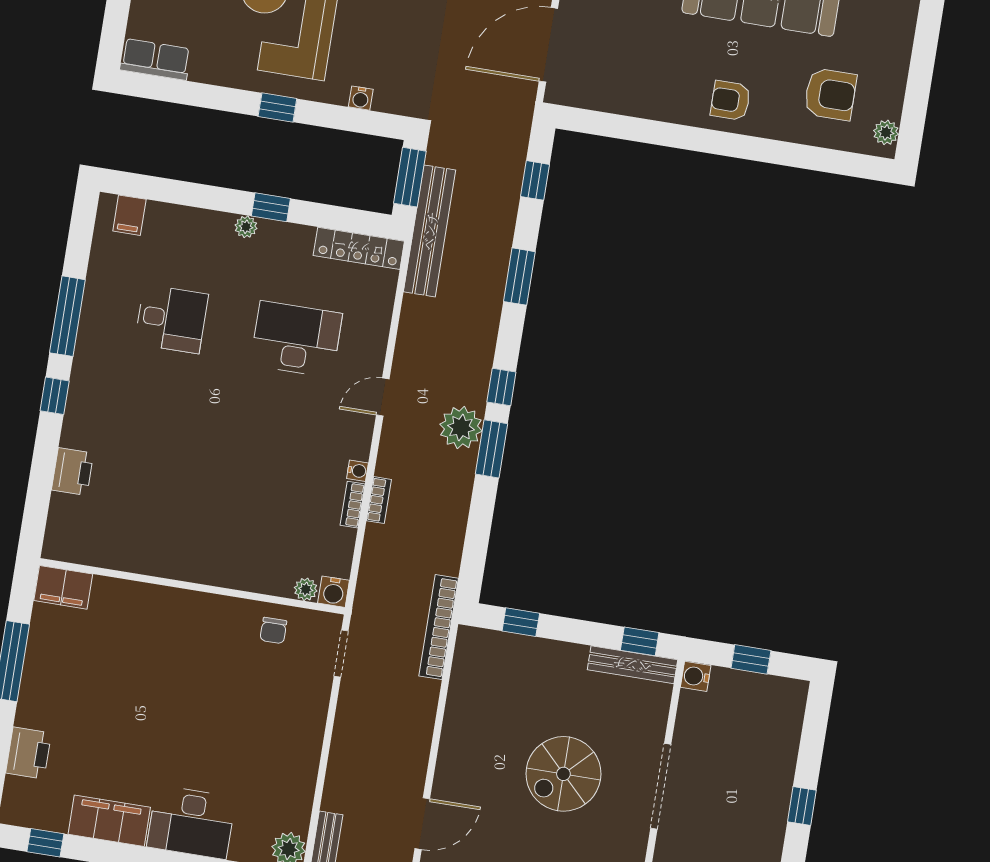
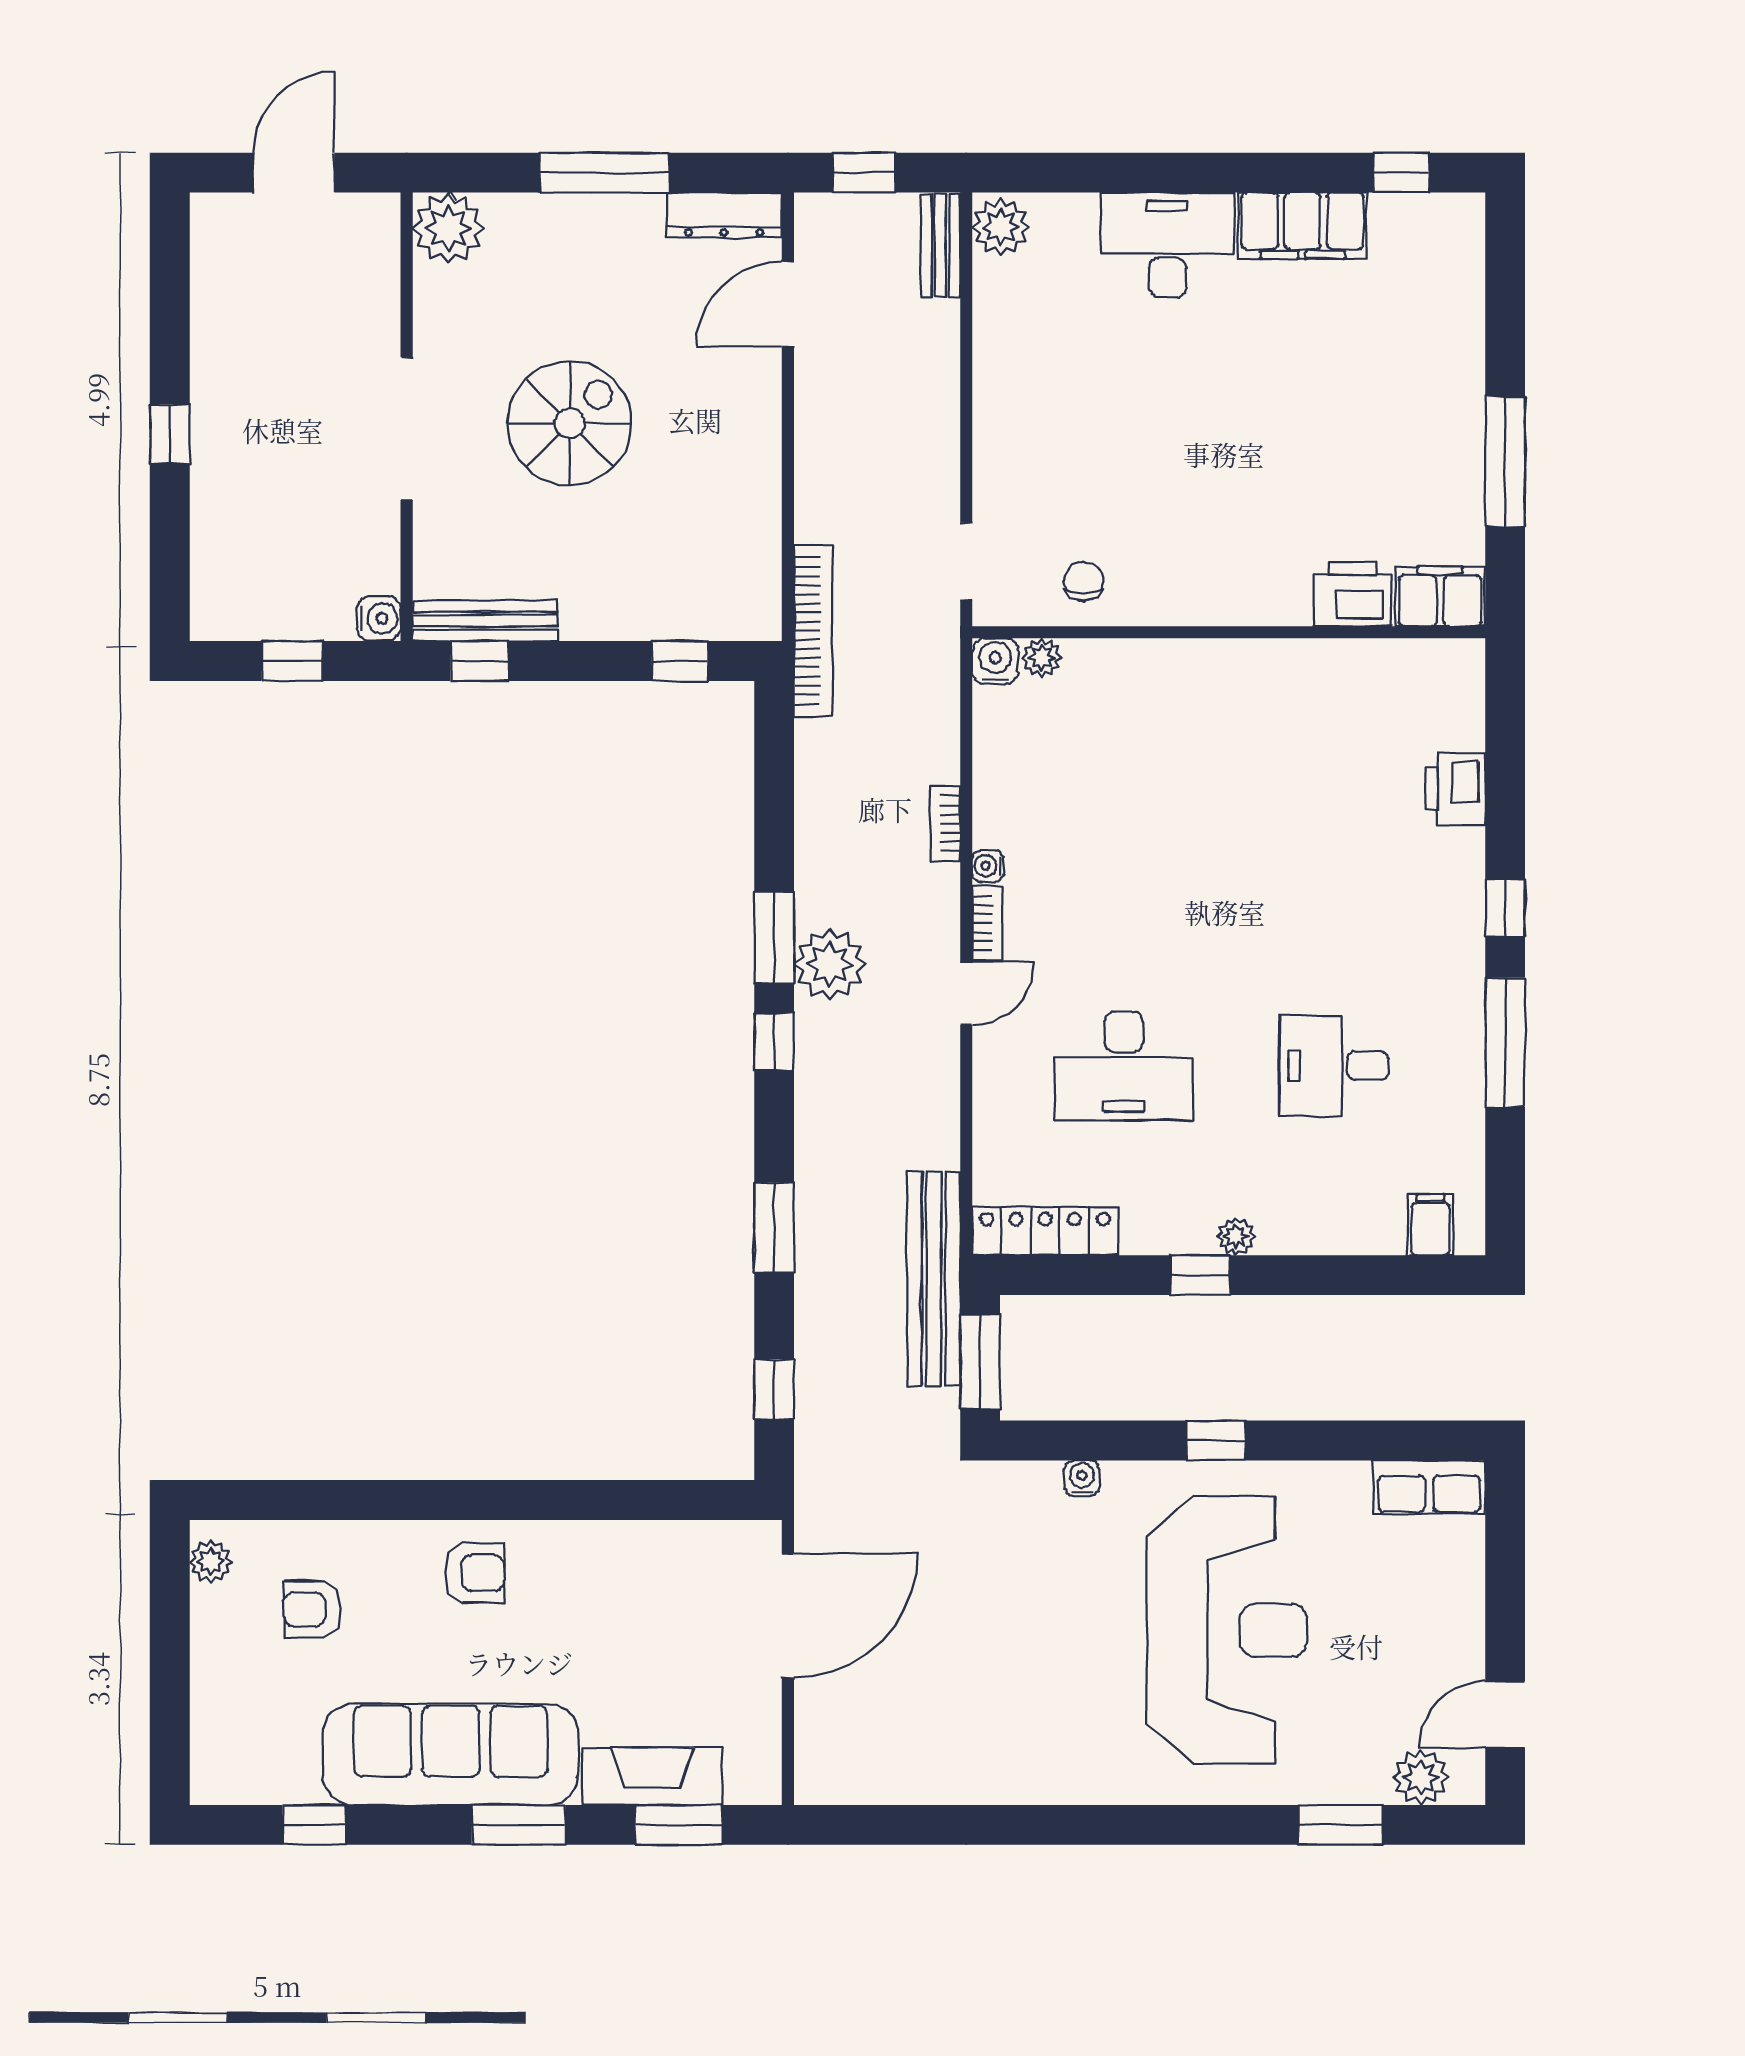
armchair: (830, 94) -> (312, 1609), width x0.72, depth x0.72
bookcase: (353, 505) -> (987, 923), moved
printer: (28, 753) -> (1352, 594), moved, turned 90

